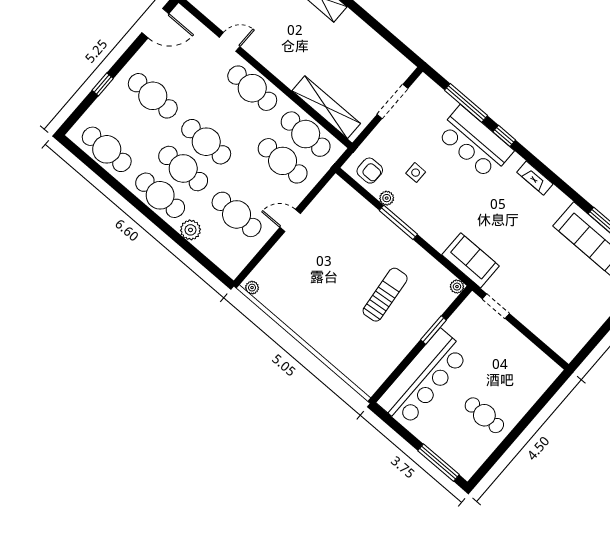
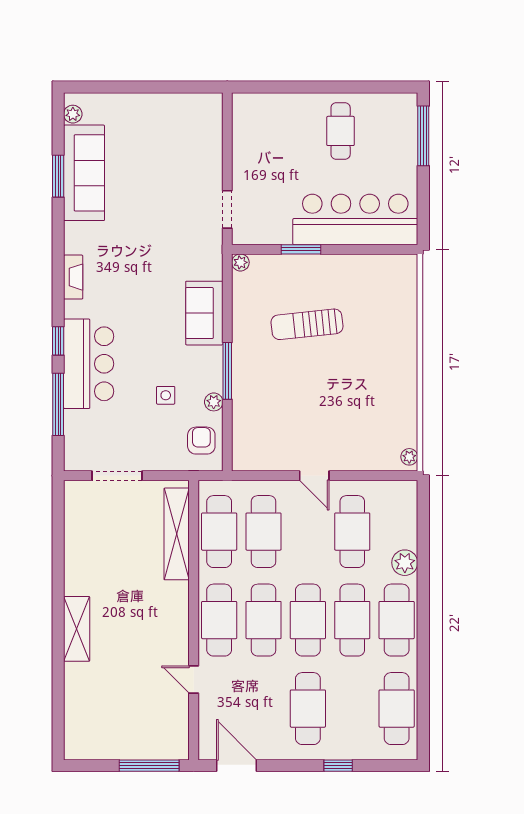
cafe table: (229, 115) -> (264, 620), added
sofa: (471, 260) -> (204, 313), moved

